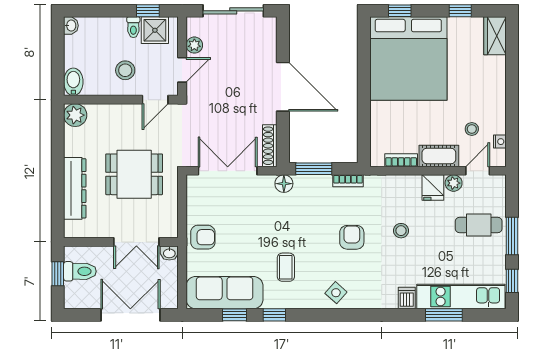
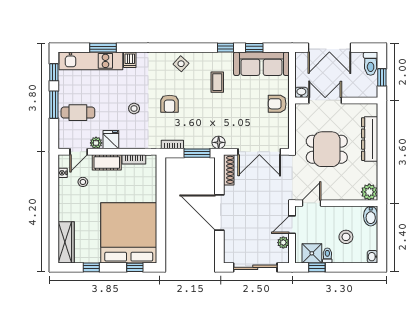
wardrobe: (495, 36) -> (66, 242), width x1.50
stool: (125, 70) -> (346, 237), moved
toilet: (80, 271) -> (371, 64), moved, turned -90

